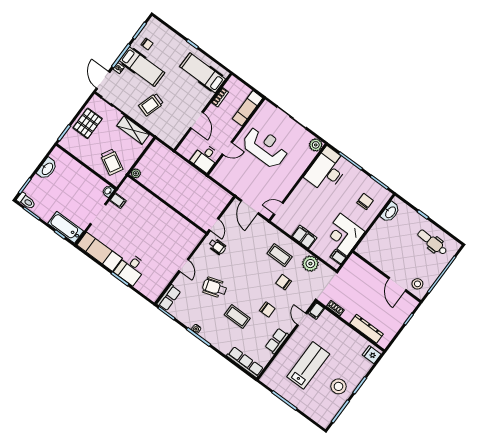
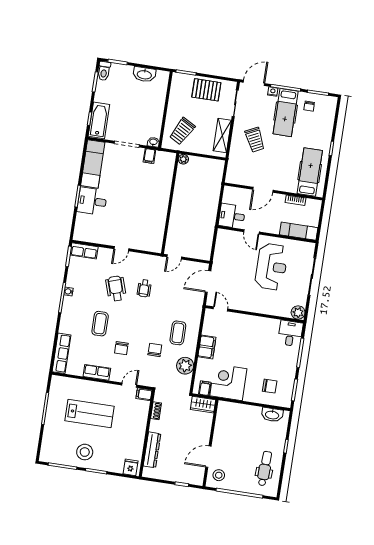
trolley: (151, 105) -> (255, 140), turned -133
desk: (327, 170) -> (290, 333), width x0.53, depth x0.77
wheelchair: (217, 246) -> (144, 288), moved
wardrobe: (351, 266) -> (203, 405), added

